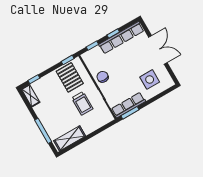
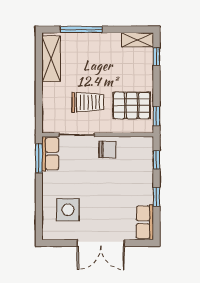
row of seats: (121, 38) -> (145, 222), width x0.50
trolley: (82, 103) -> (88, 102), turned 180
row of seats: (128, 105) -> (50, 154), width x0.68

